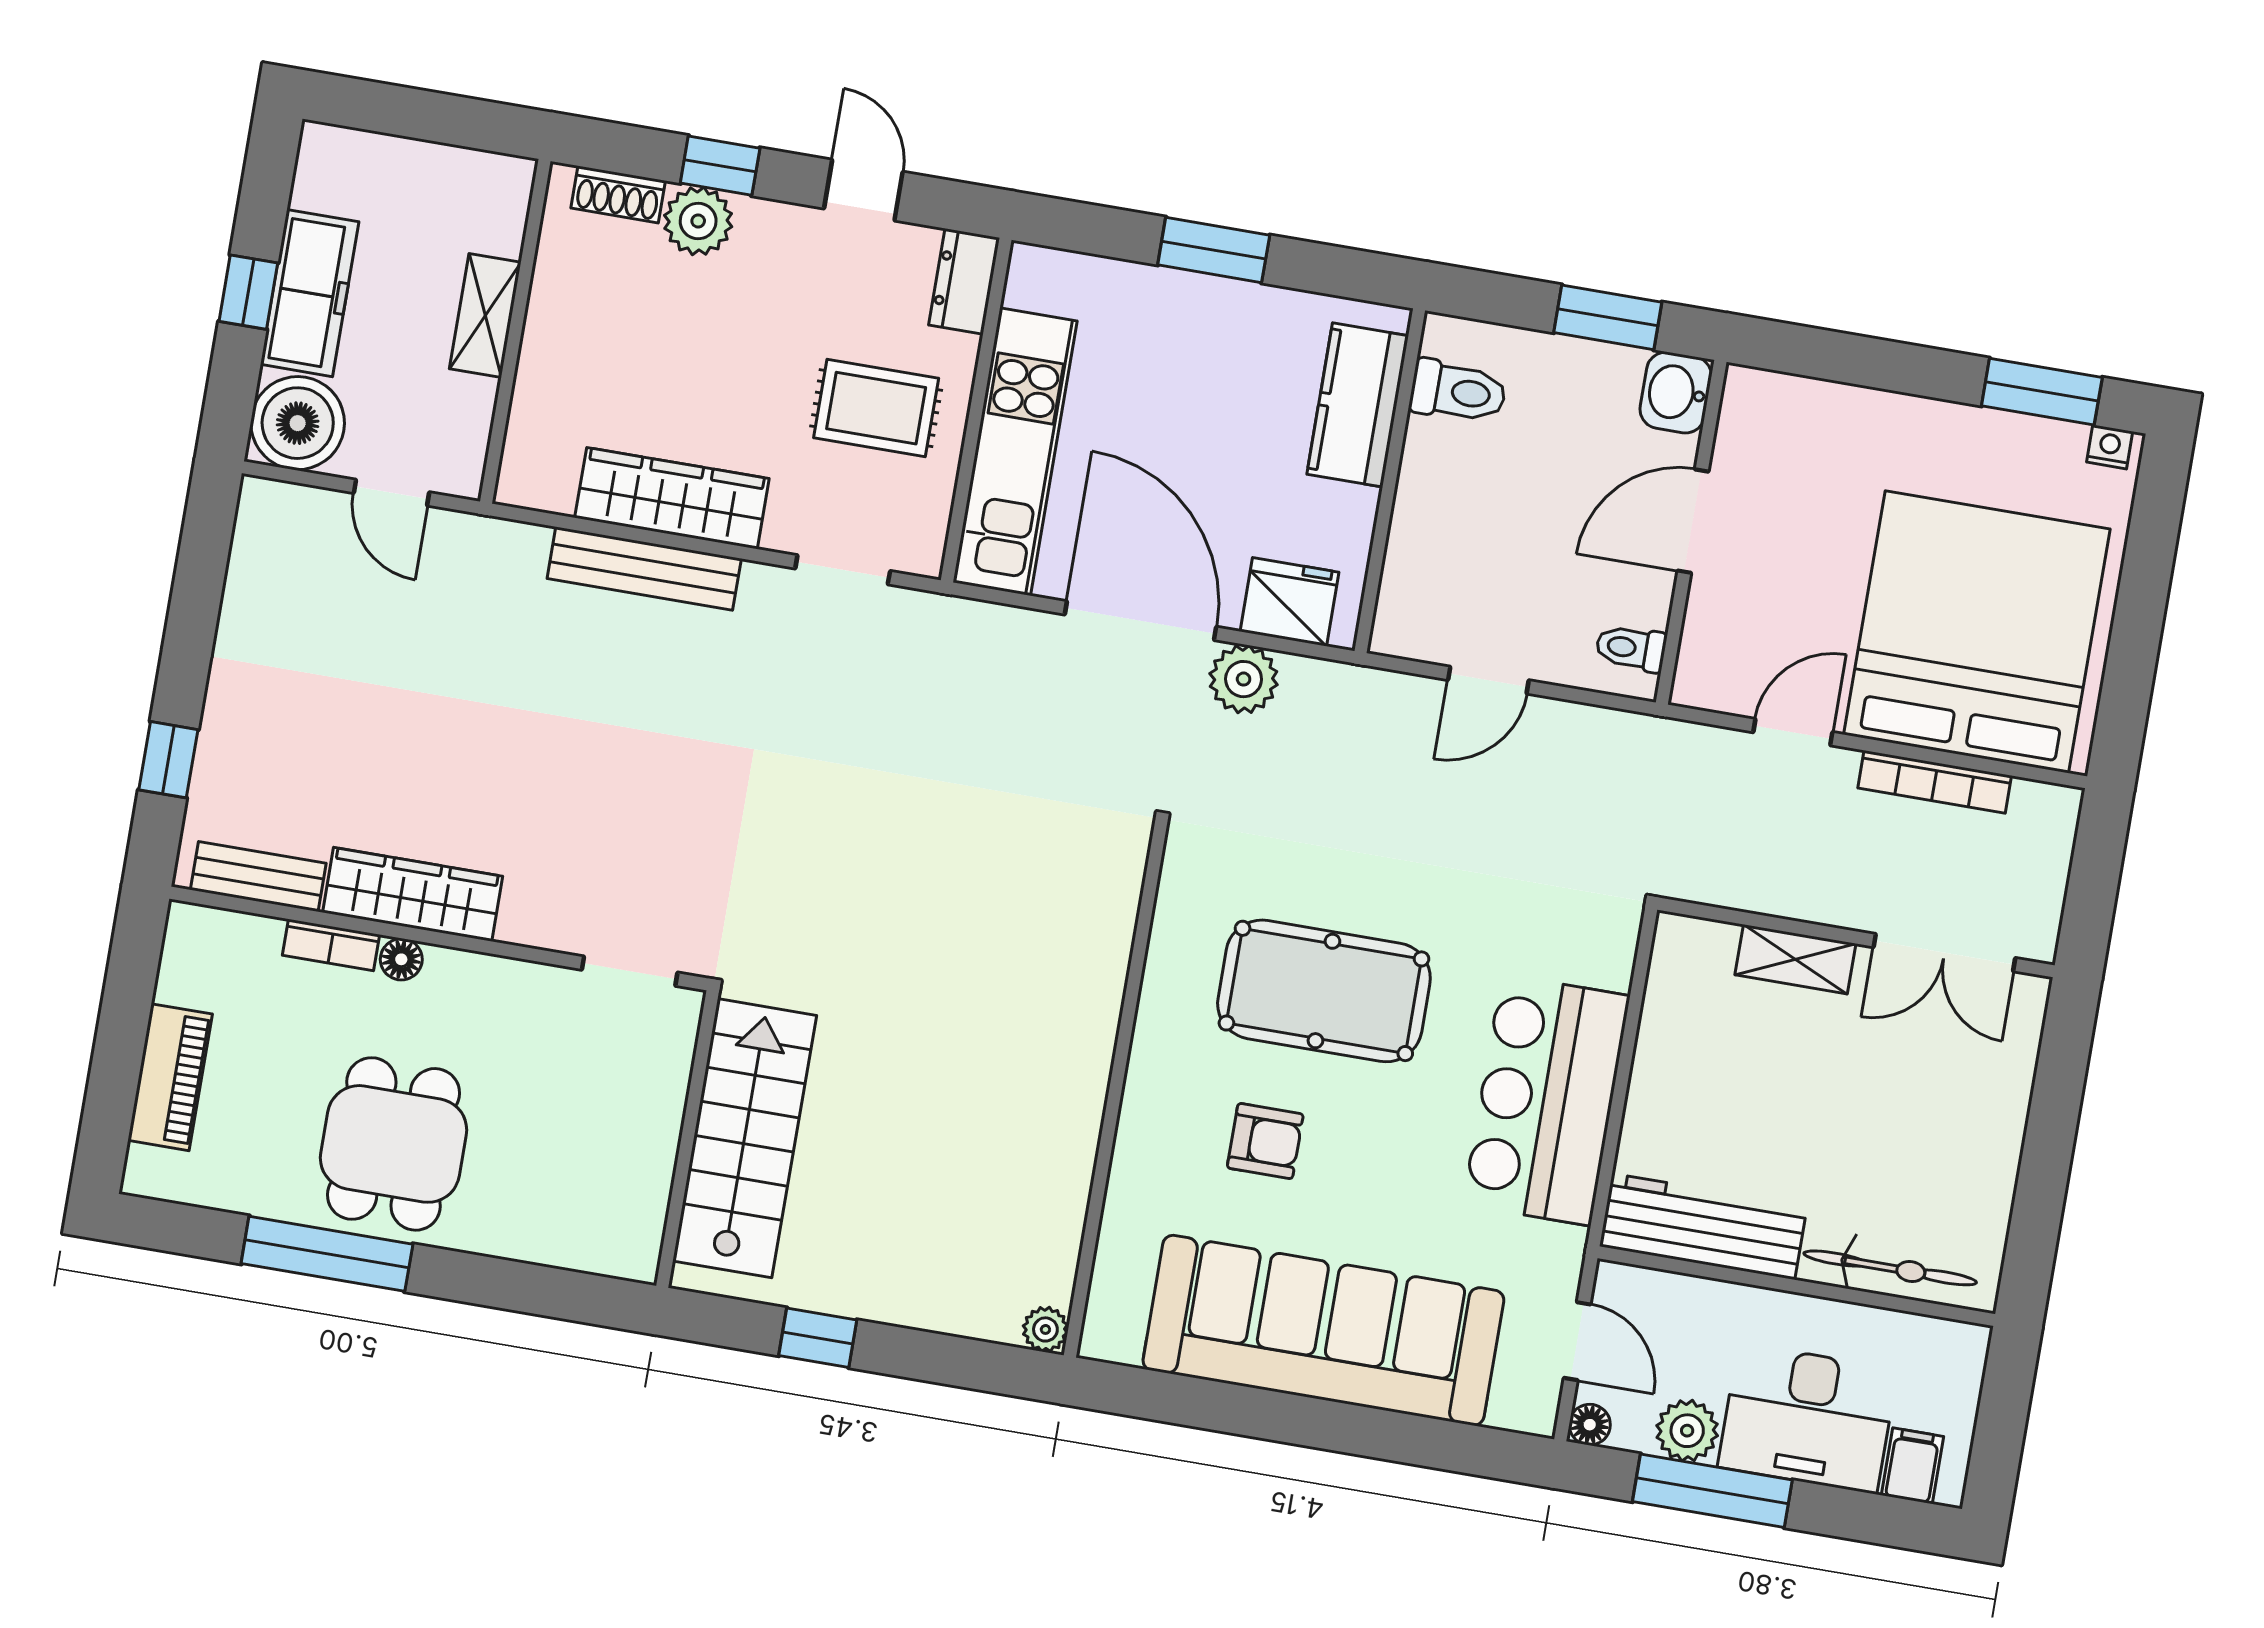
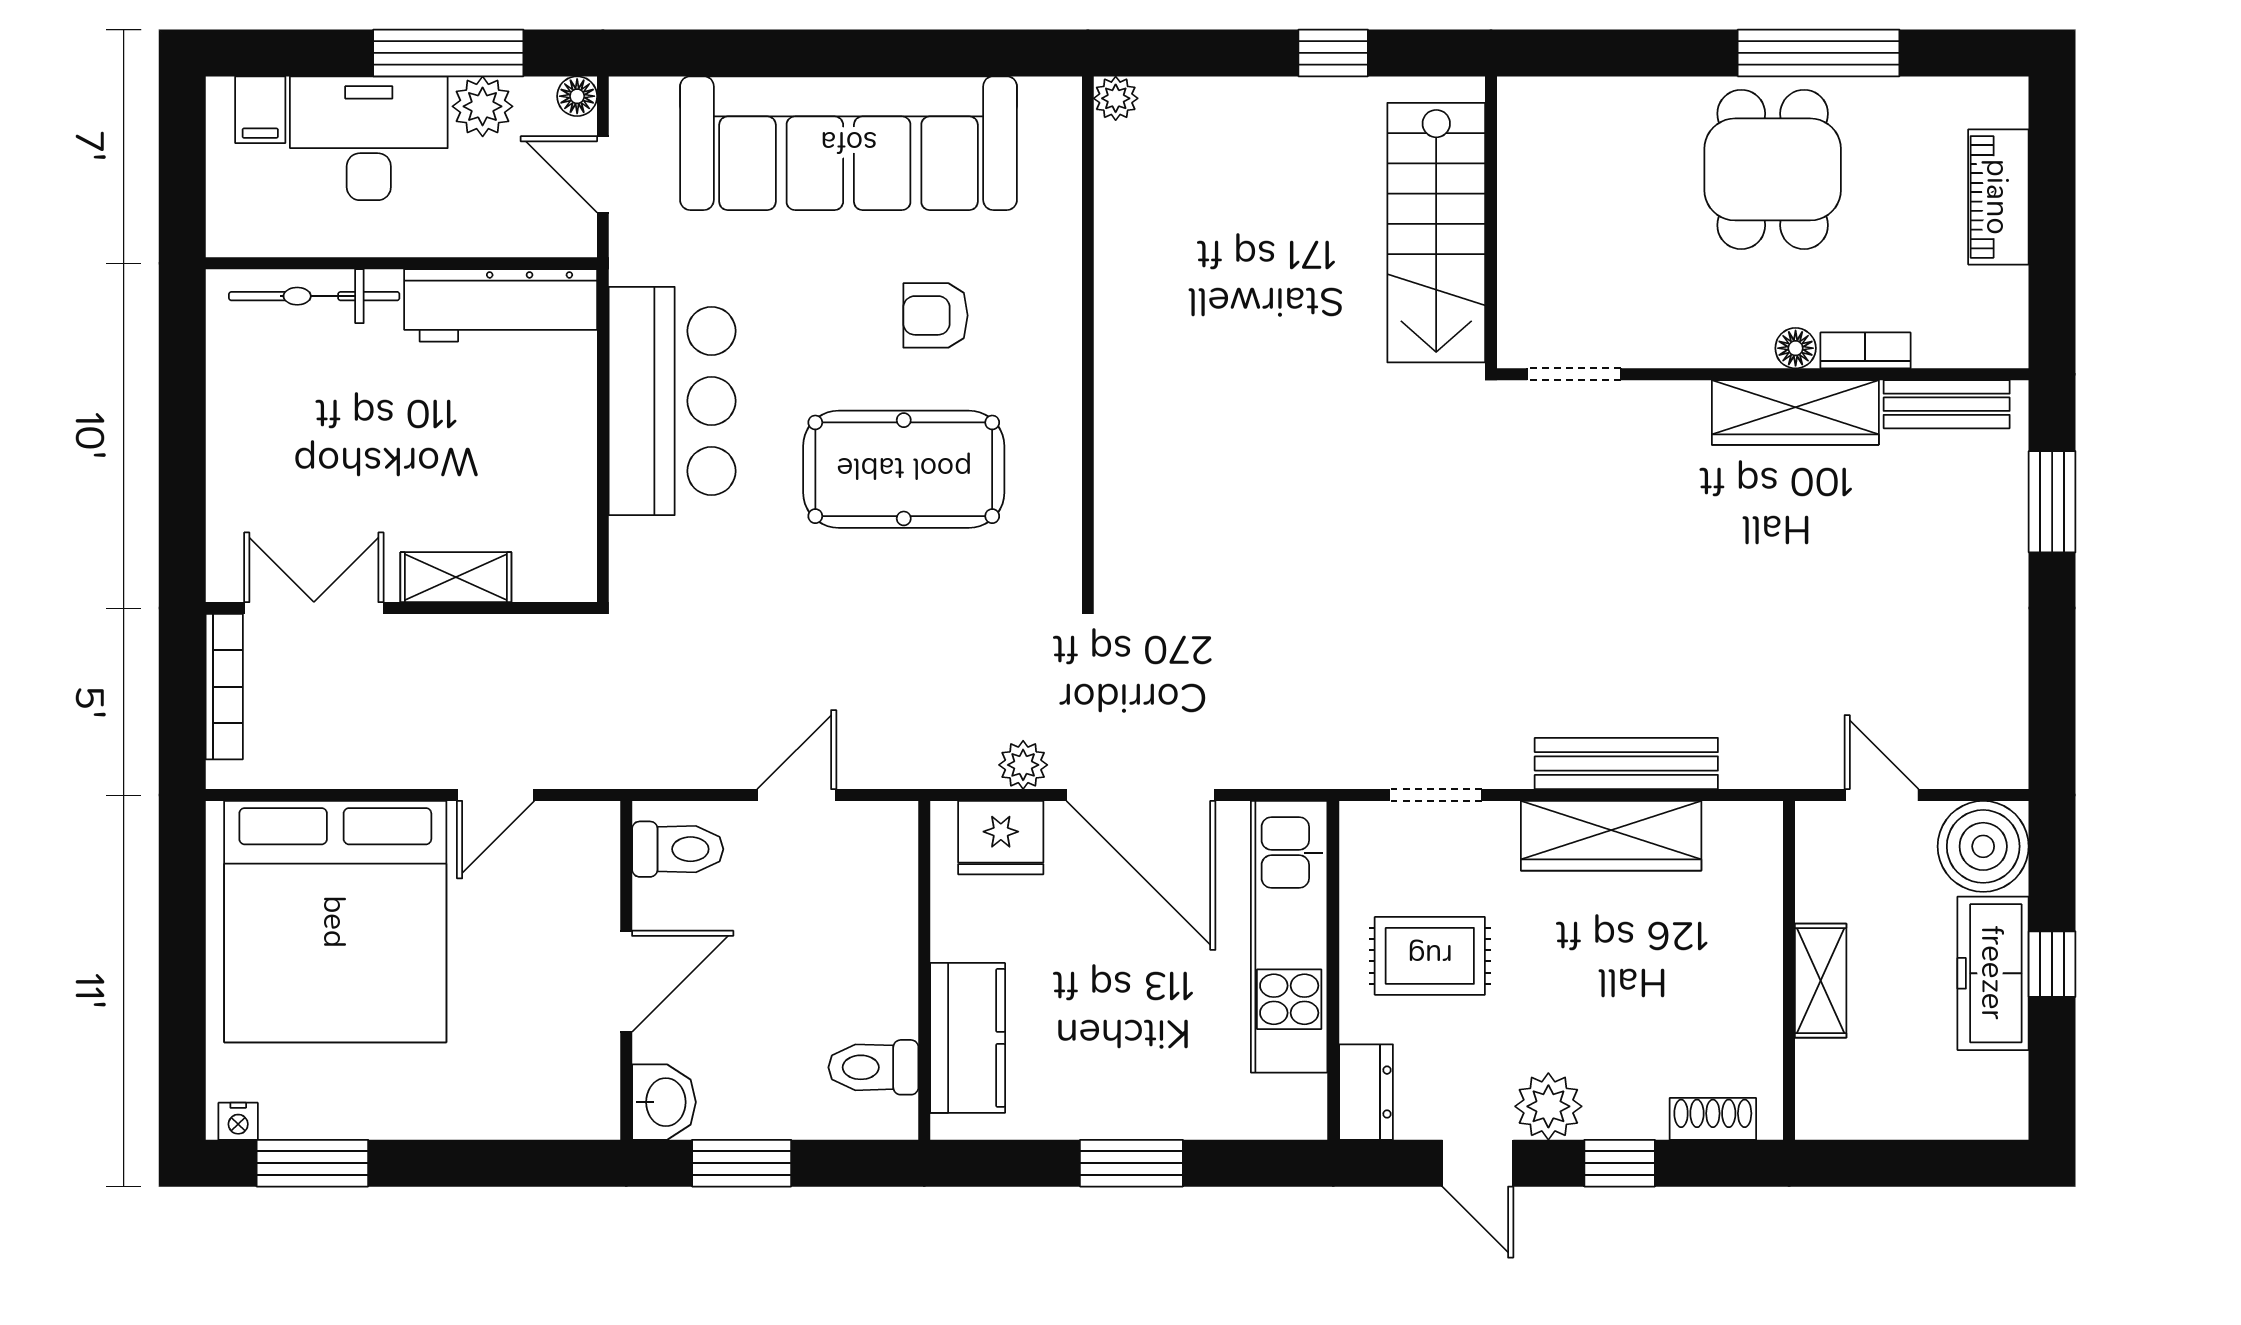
plant: (698, 221) -> (1548, 1106), moved
toilet: (1631, 648) -> (678, 849), width x1.37, depth x1.39
plant: (1244, 679) -> (1023, 765), width x0.73, depth x0.73
window: (168, 760) -> (2052, 502), width x1.50
bookcase: (1935, 782) -> (224, 687), moved, turned 90

